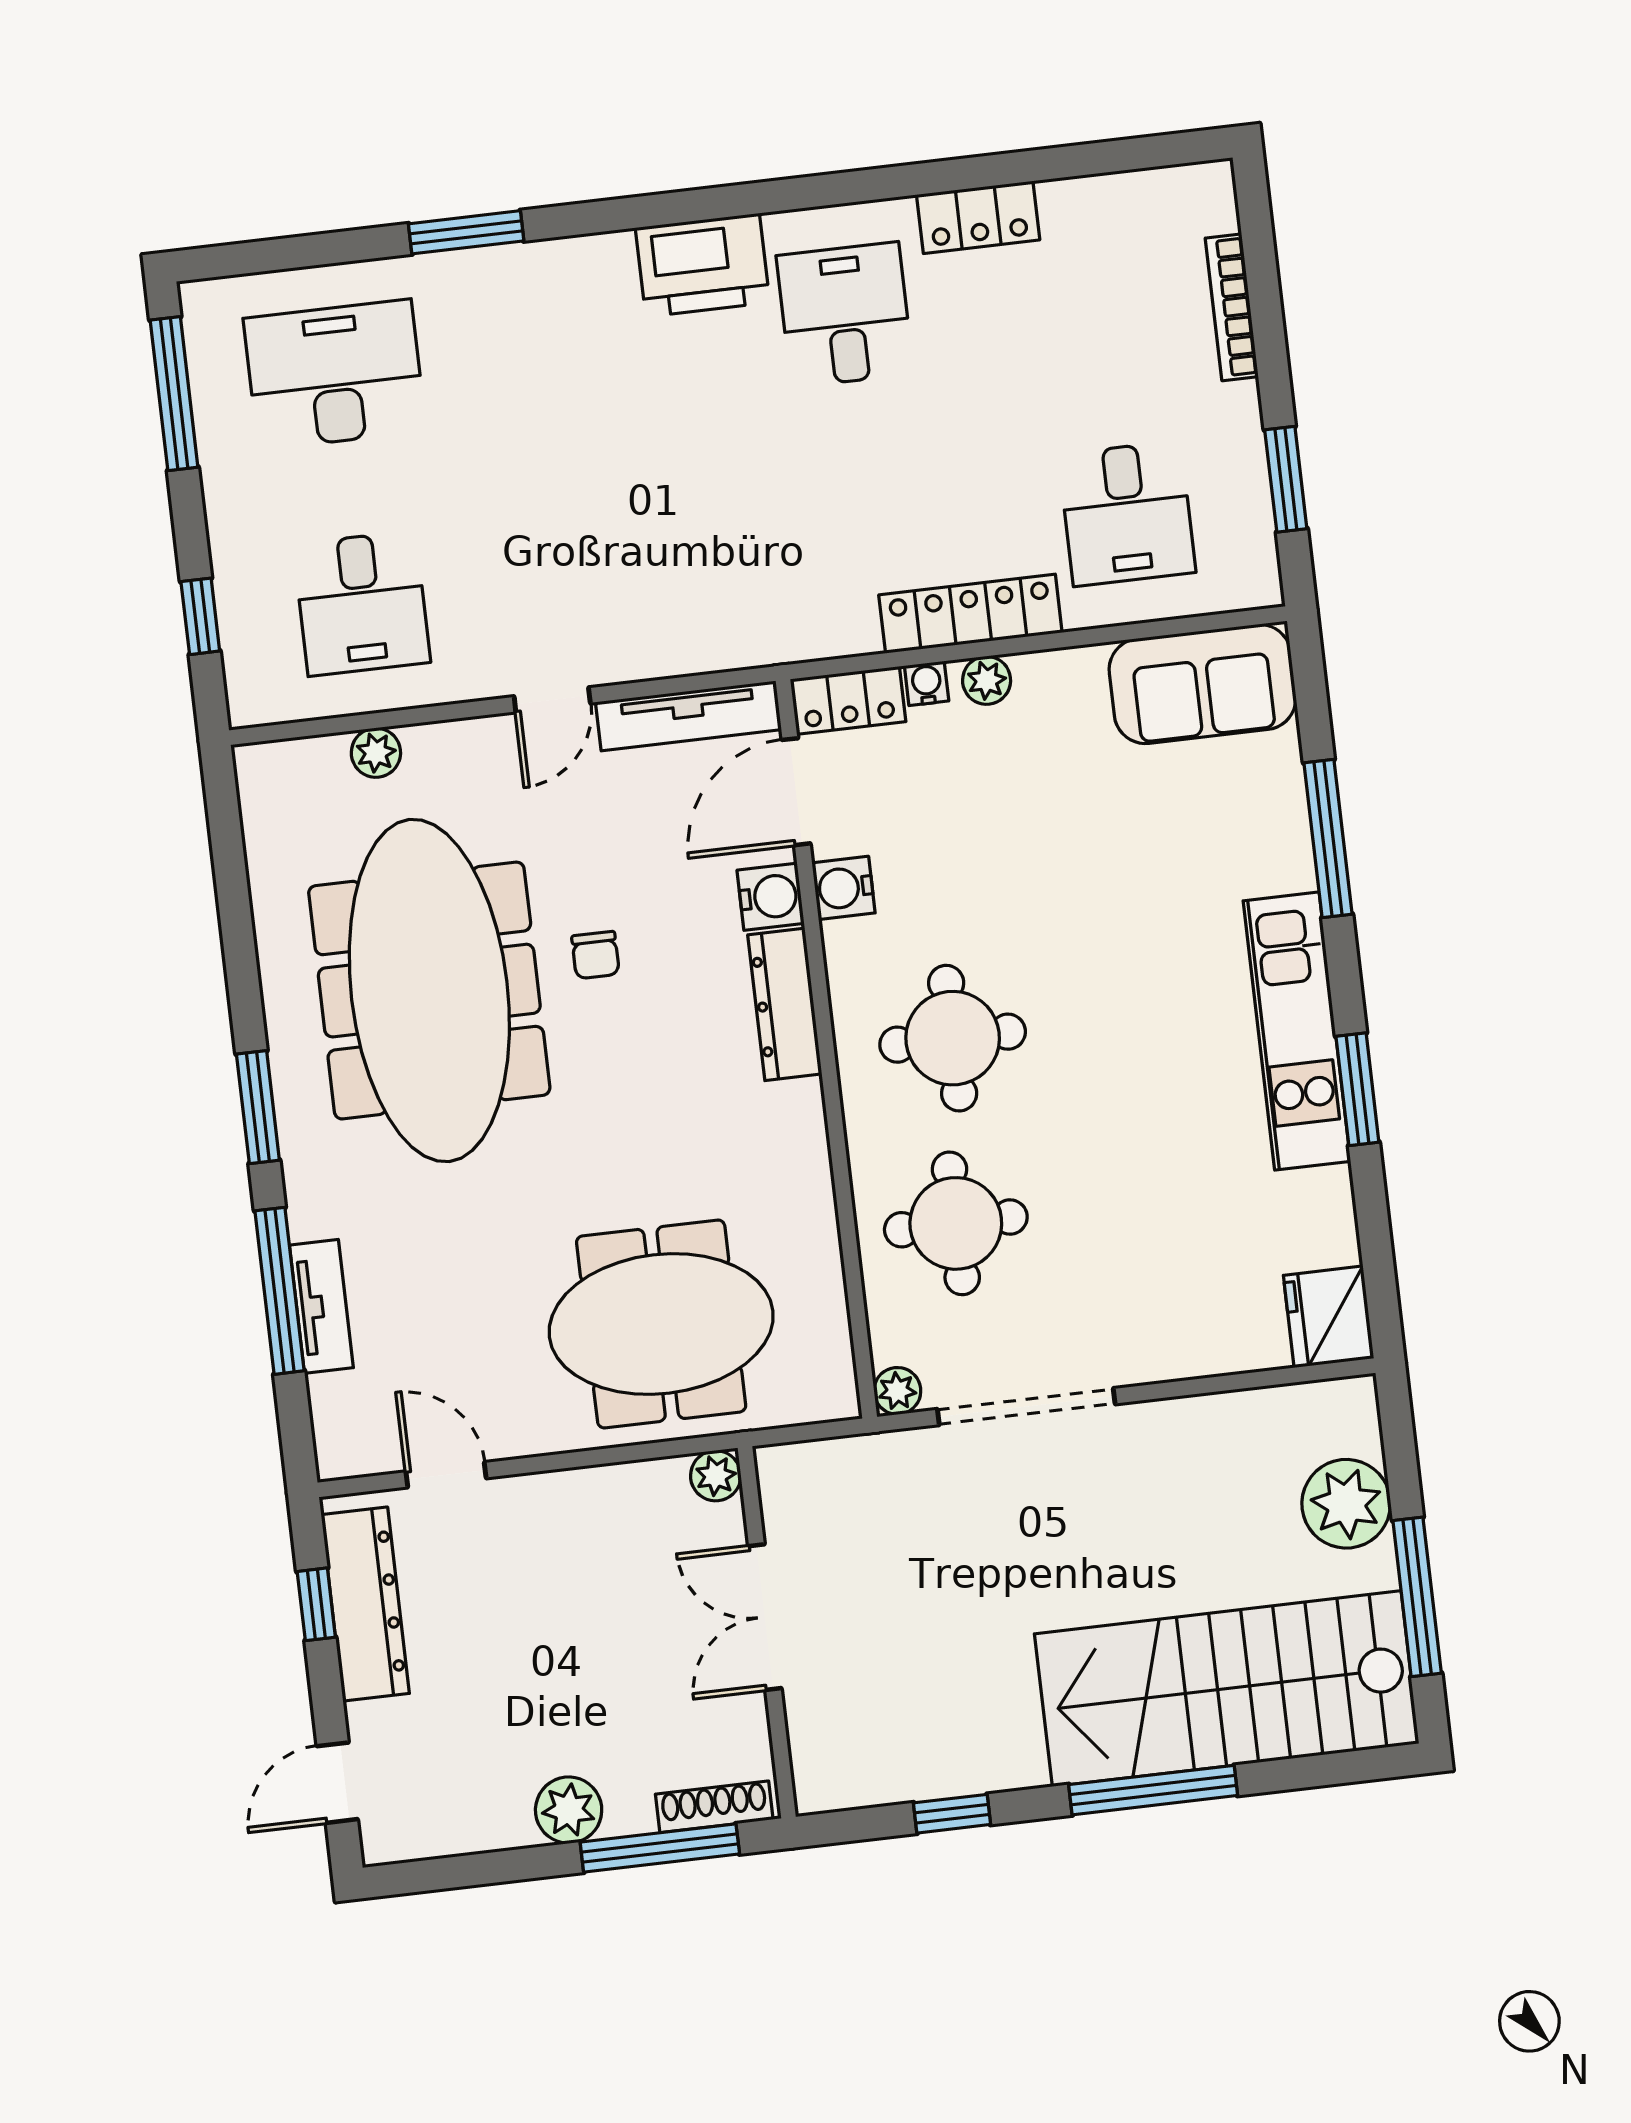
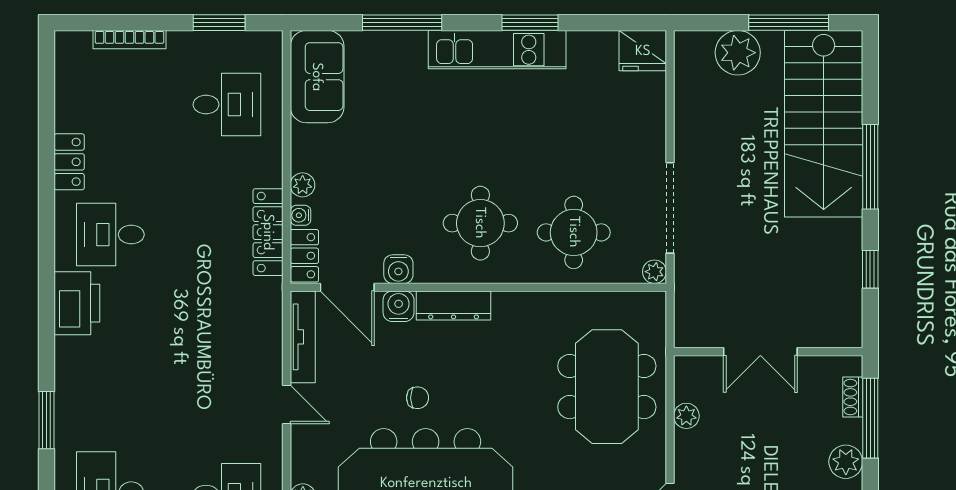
locker: (970, 614) -> (268, 232), moved
plant: (716, 1476) -> (686, 416), moved
shoe rack: (714, 1807) -> (853, 397), width x0.70

